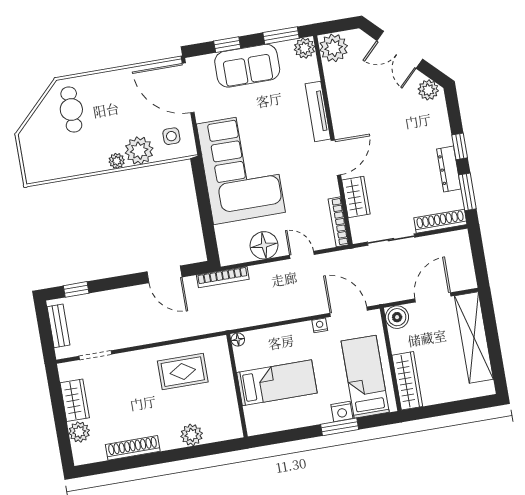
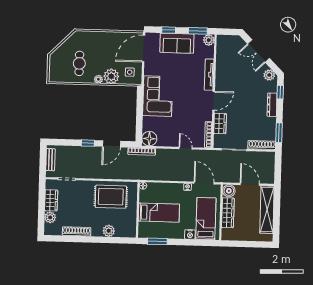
plant: (334, 48) -> (224, 43), removed
door: (188, 88) -> (144, 49), hinge flipped
cafe table: (71, 109) -> (79, 63), moved
window: (460, 146) -> (280, 92), moved
corner sofa: (241, 168) -> (158, 96), width x0.73, depth x0.74
dresser: (449, 169) -> (272, 105), moved
floor lamp: (264, 245) -> (149, 139), moved
door: (164, 274) -> (111, 144), hinge flipped
window: (76, 289) -> (88, 143), moved
door: (433, 297) -> (250, 184), hinge flipped
rug: (183, 372) -> (111, 197), width x1.36, depth x1.43
wardrobe: (407, 381) -> (228, 213), moved
window: (340, 427) -> (157, 241), moved

